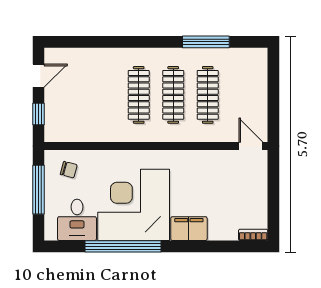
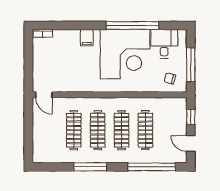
window: (95, 42) -> (152, 167), added
window: (206, 42) -> (90, 167), moved
door: (39, 76) -> (191, 143), hinge flipped
clothes rail: (104, 95) -> (145, 130), added
filing cabinet: (189, 229) -> (87, 38), width x0.50

